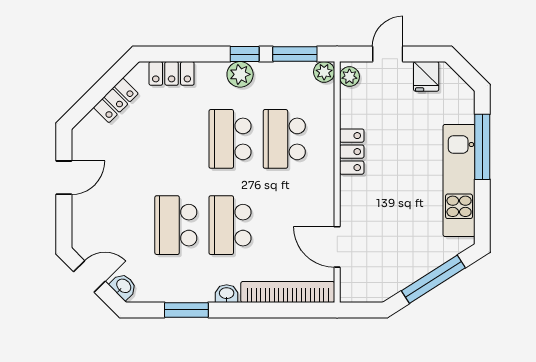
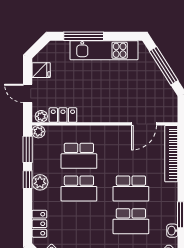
locker: (352, 152) -> (63, 115), moved
washbasin: (227, 294) -> (172, 231), moved

